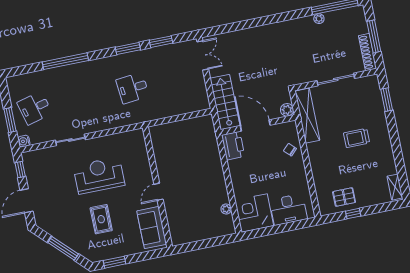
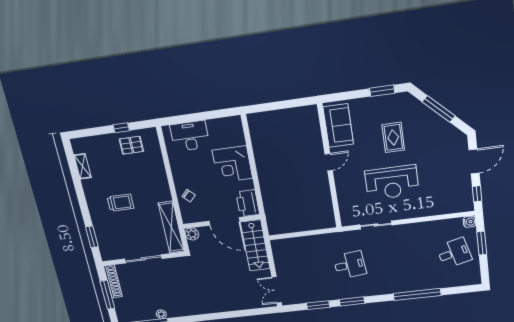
sliding door: (70, 140) -> (376, 225), moved
shelving: (395, 187) -> (83, 166), moved
plant: (226, 209) -> (256, 140), removed
corner desk: (254, 213) -> (232, 164), moved, turned 90

